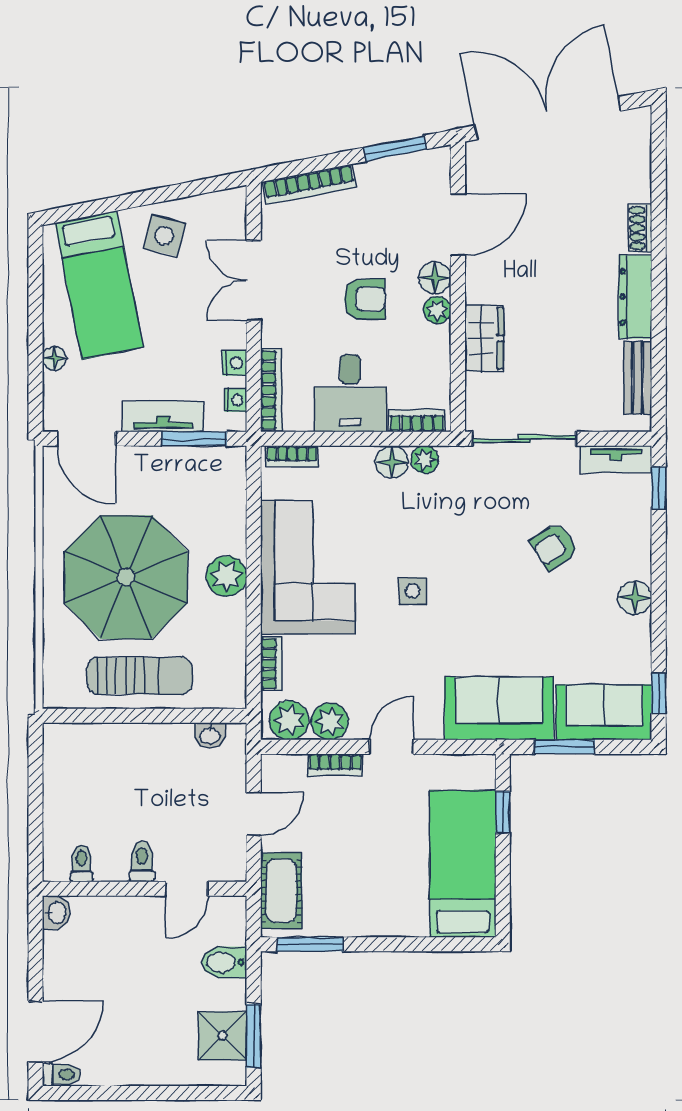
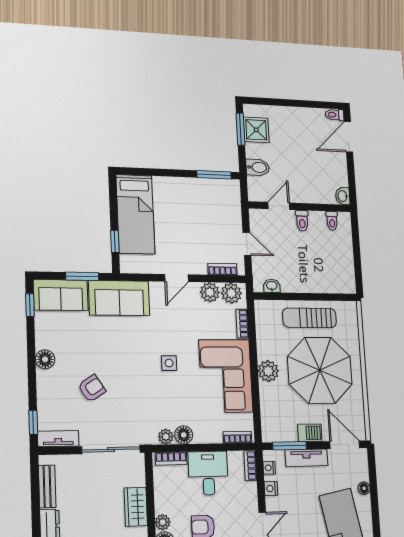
bookcase: (271, 390) -> (250, 466), width x0.64
barbecue: (153, 462) -> (310, 433), added
bookcase: (335, 765) -> (222, 269), moved
door: (254, 814) -> (247, 244), swing flipped
cot: (281, 891) -> (231, 203), removed

